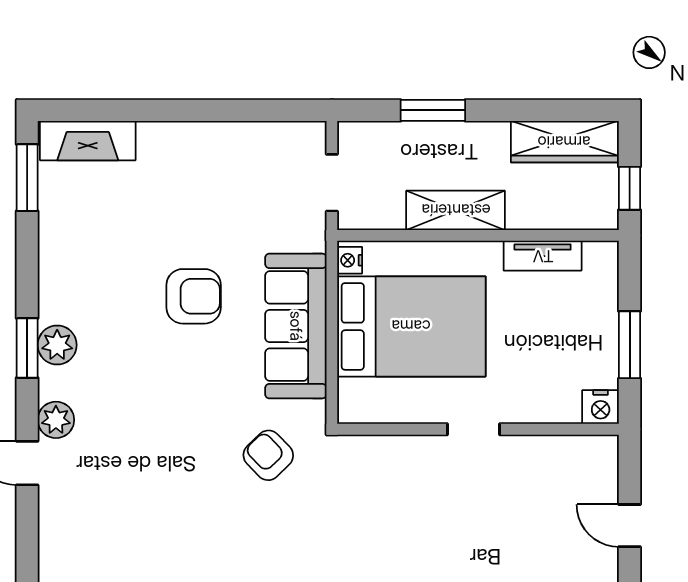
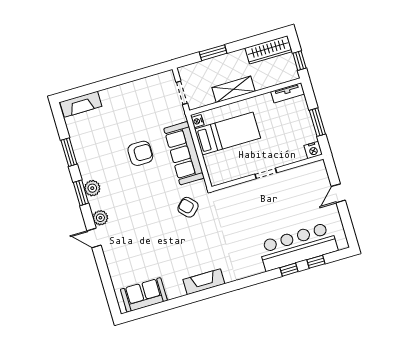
window: (27, 178) -> (69, 152), moved
tv unit: (543, 256) -> (288, 93), moved
bed: (411, 326) -> (228, 134), width x0.67
door: (630, 526) -> (338, 193), hinge flipped

